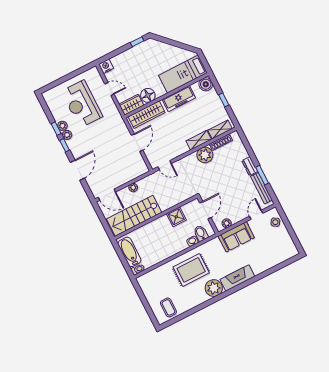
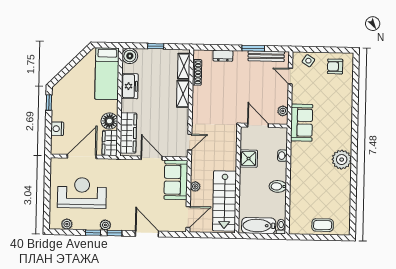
nightstand: (106, 66) -> (57, 129), moved
door: (109, 89) -> (82, 157), width x1.88
freezer: (179, 99) -> (130, 86), width x0.71
reception desk: (82, 104) -> (82, 193), turned 180
plant: (62, 126) -> (67, 224), moved
plant: (205, 155) -> (201, 96), removed
dresser: (250, 166) -> (223, 56), moved
sofa: (130, 170) -> (176, 180), added
bidet: (201, 233) -> (278, 186), moved
sofa: (236, 237) -> (302, 123), moved
armchair: (282, 245) -> (335, 66), added
rug: (191, 270) -> (311, 173), removed
fireplace: (237, 278) -> (344, 130), removed
coffee table: (168, 307) -> (323, 225), moved

